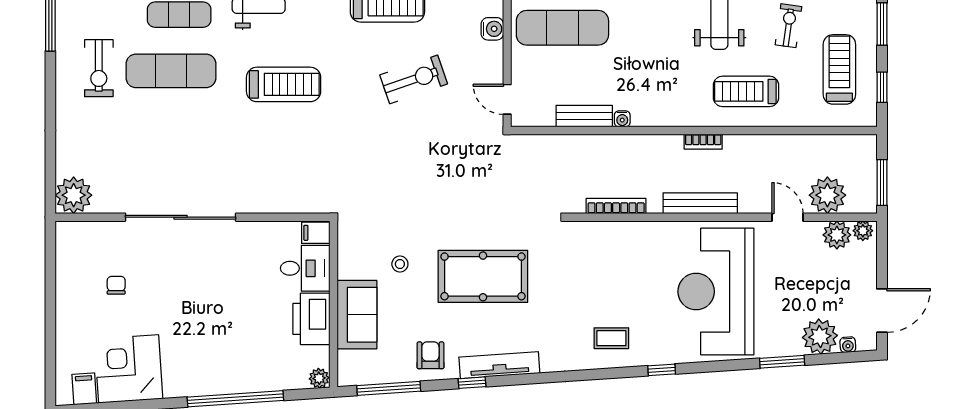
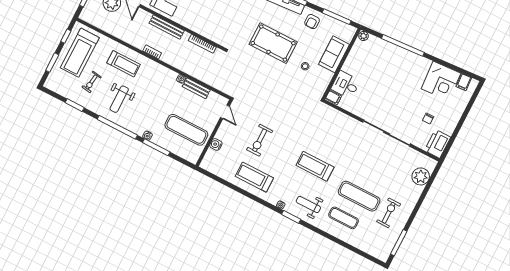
treadmill: (839, 69) -> (80, 53), width x1.37, depth x1.38
exercise bike: (414, 79) -> (260, 140), turned -71
plant: (74, 195) -> (421, 176), moved
printer: (311, 319) -> (438, 144), moved, turned 180

